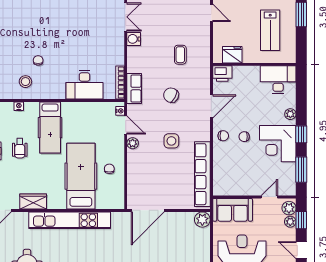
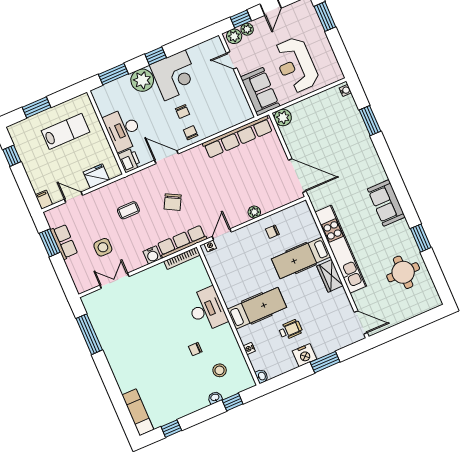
door: (211, 13) -> (74, 197), hinge flipped
water cooler: (134, 39) -> (152, 255), moved
fridge: (232, 55) -> (96, 176), moved, turned 90
desk: (278, 80) -> (123, 130), moved
stool: (25, 82) -> (220, 370), moved
desk: (84, 85) -> (207, 309), moved
row of seats: (134, 89) -> (182, 241), width x1.48
plant: (290, 114) -> (142, 80), width x1.88, depth x1.88
side table: (171, 141) -> (103, 247), moved
plant: (133, 143) -> (254, 212), moved
window: (301, 170) -> (113, 74), moved
hospital bed: (81, 176) -> (301, 258), width x0.73, depth x0.78
wardrobe: (33, 201) -> (330, 276), moved

